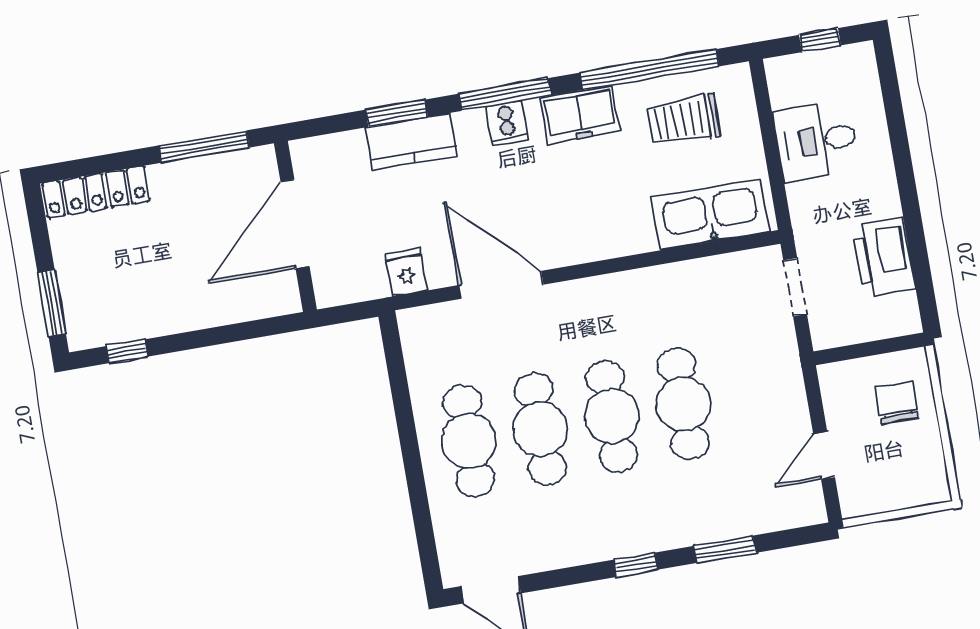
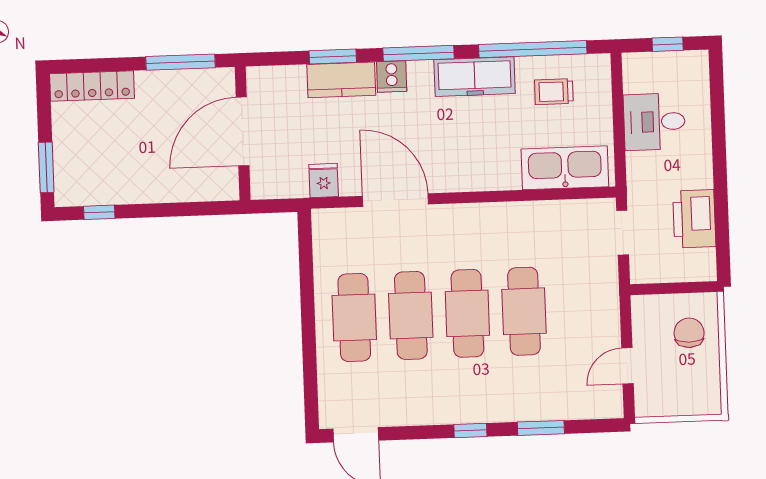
freezer: (580, 115) -> (475, 77), width x1.40
trolley: (684, 120) -> (554, 92), width x0.73, depth x0.72
cooker: (507, 123) -> (392, 77), moved

